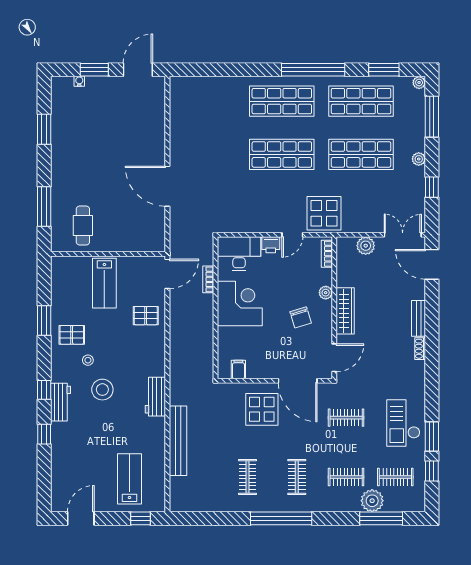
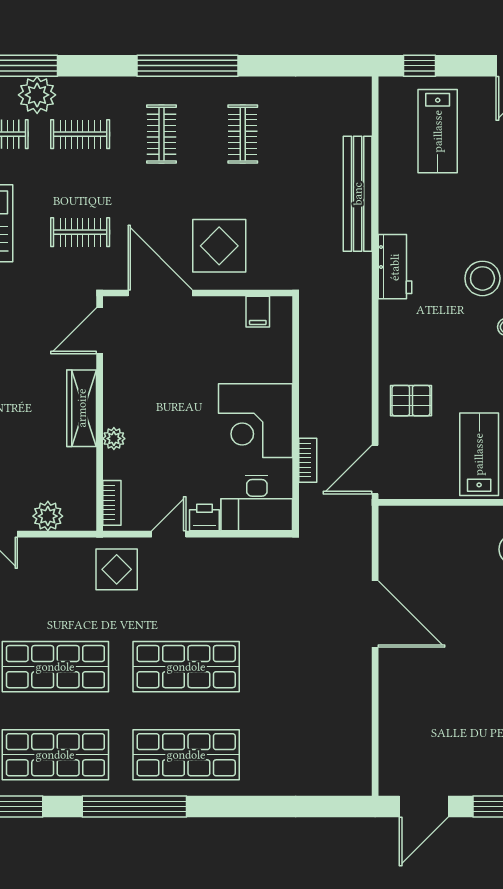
display table: (324, 213) -> (117, 569), width x0.73, depth x0.73
chair: (301, 317) -> (155, 398), removed

